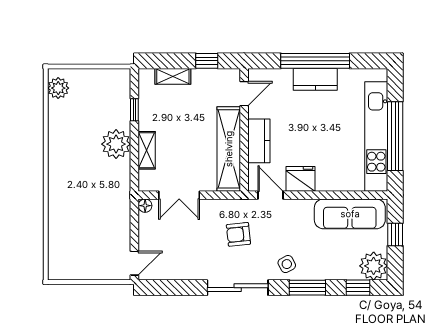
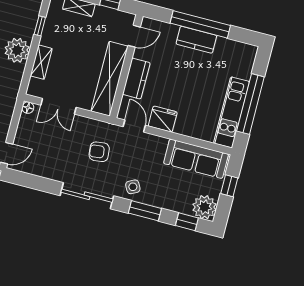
kitchen unit: (376, 136) -> (232, 112), width x0.73

